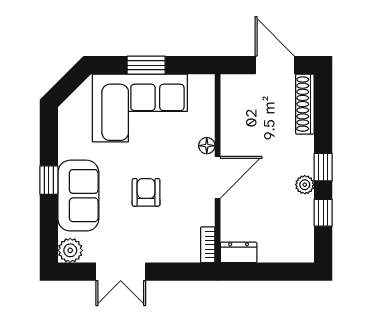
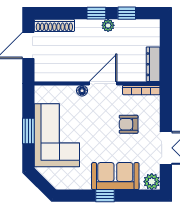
door: (218, 177) -> (103, 83), hinge flipped
armchair: (146, 192) -> (129, 124), moved
bookcase: (208, 245) -> (141, 90), width x1.56
dresser: (239, 252) -> (153, 64), width x1.44

